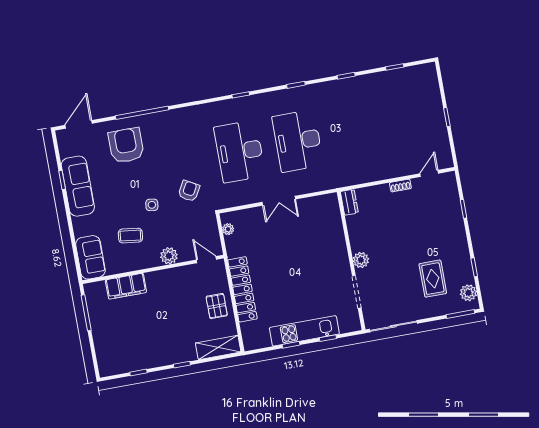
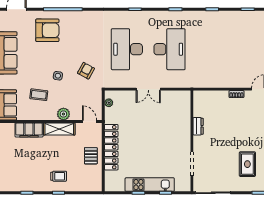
desk: (298, 141) -> (169, 49), turned 180
armchair: (126, 145) -> (47, 30), turned 90
dresser: (349, 202) -> (198, 126), moved
plant: (361, 260) -> (199, 142), removed
trolley: (178, 342) -> (59, 176), added
shelving: (218, 347) -> (59, 129), moved

